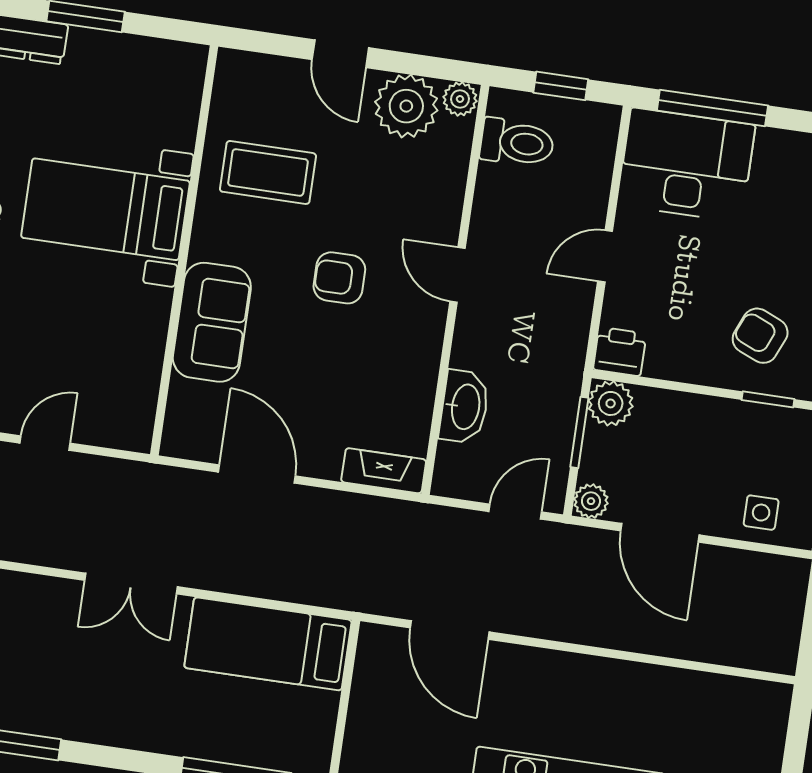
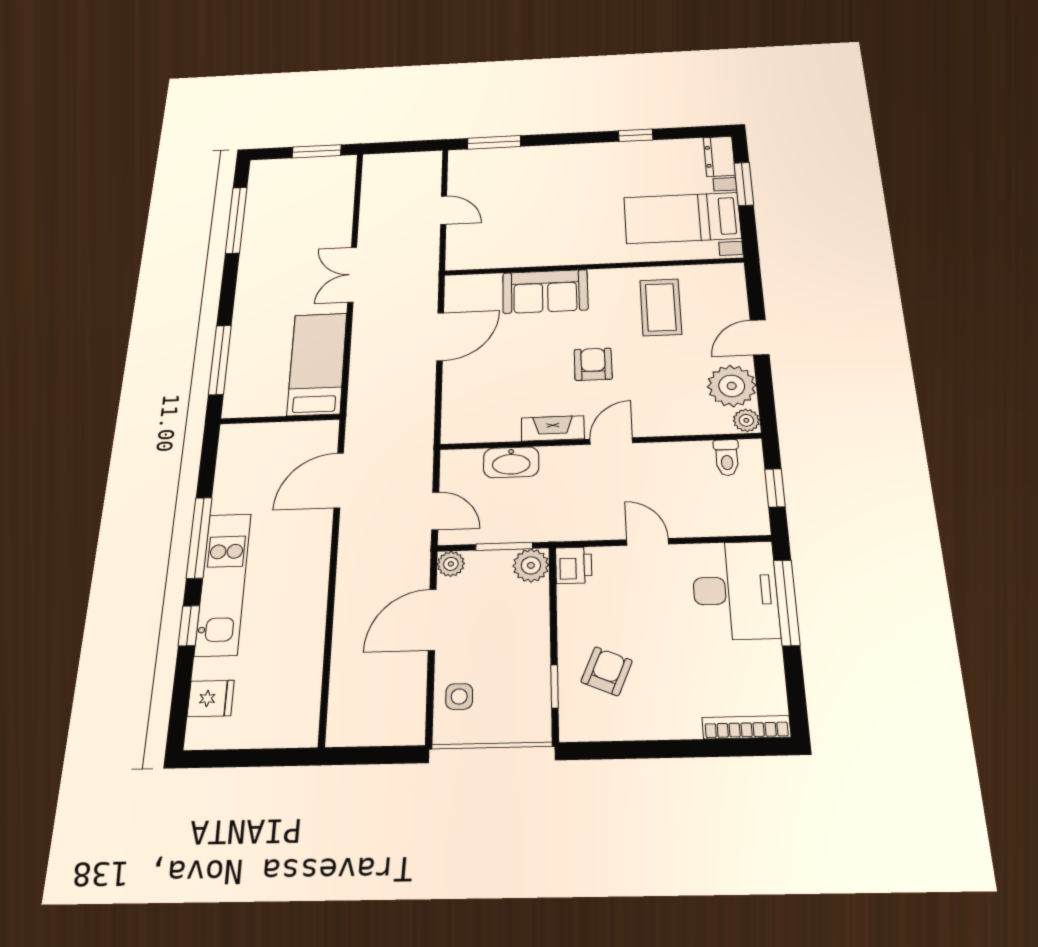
toilet: (517, 143) -> (727, 458), width x0.73, depth x0.72
bed with nightstands: (105, 209) -> (682, 218), moved, turned -90
fireplace: (384, 471) -> (553, 428), moved, turned -90

